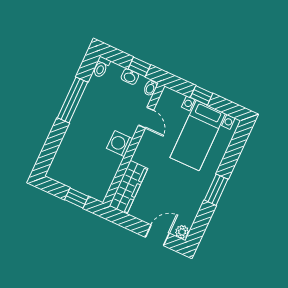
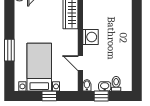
toilet: (101, 67) -> (116, 84), moved
window: (72, 100) -> (137, 52), removed
window: (216, 190) -> (9, 50), moved

